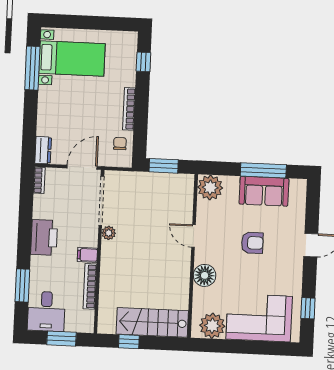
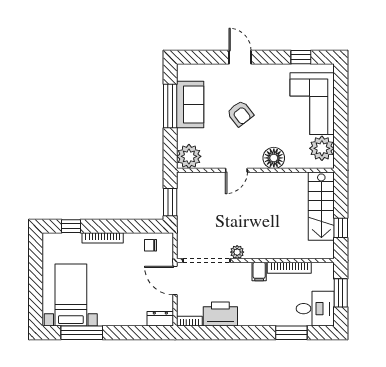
bookcase: (129, 109) -> (103, 238), moved
printer: (44, 237) -> (220, 314), moved
armchair: (252, 243) -> (240, 114), turned 142

